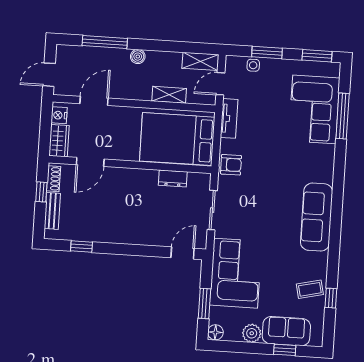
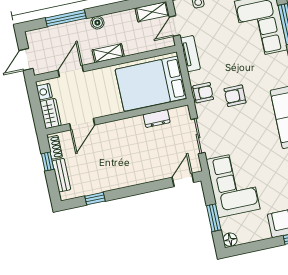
shelving: (169, 95) -> (108, 53), moved
armchair: (265, 178) -> (235, 96), added
plant: (252, 333) -> (261, 232), removed

